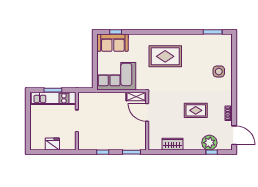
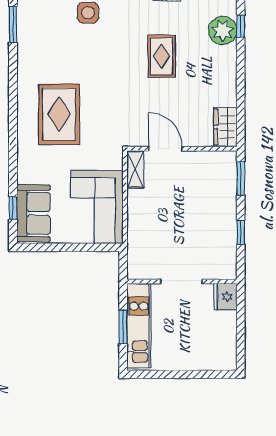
door: (147, 112) -> (165, 149), swing flipped
fridge: (52, 144) -> (225, 297), moved
wardrobe: (172, 144) -> (225, 127), moved

